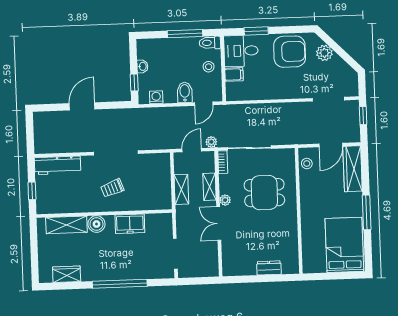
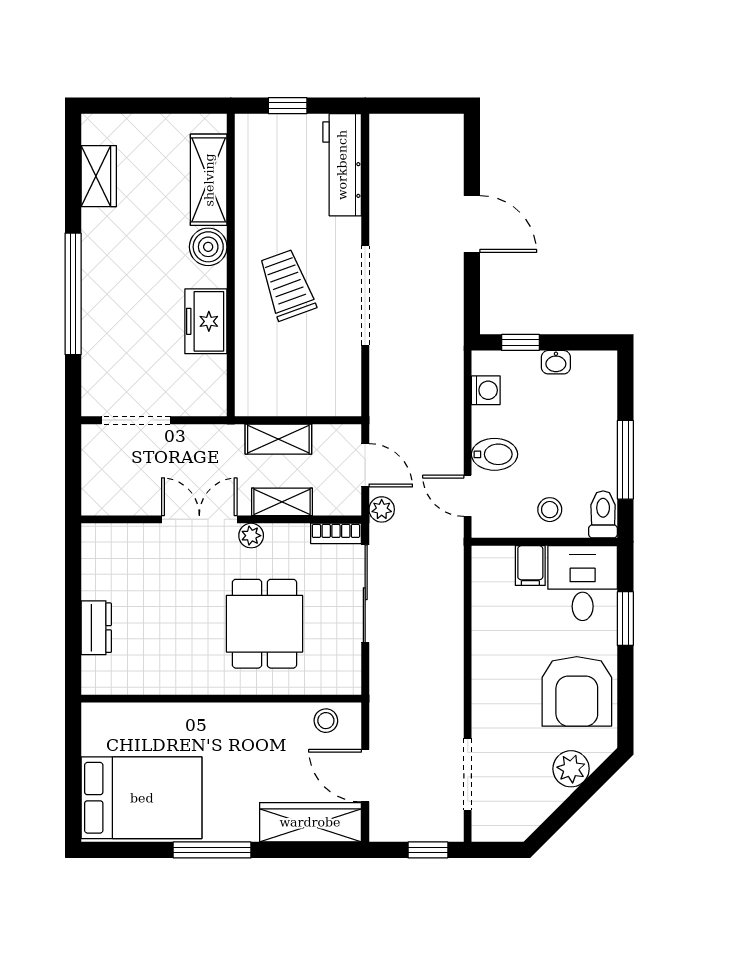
trolley: (112, 188) -> (287, 285), width x1.36, depth x1.39

